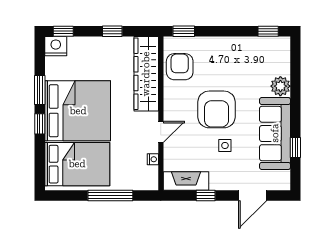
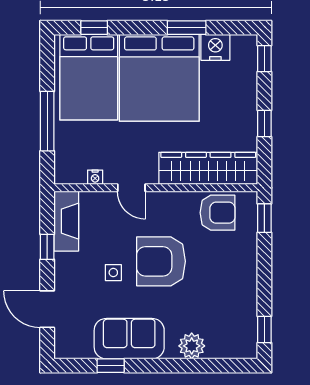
nightstand: (56, 46) -> (215, 47), moved, turned -90
window: (40, 124) -> (94, 28), moved
sofa: (275, 133) -> (129, 339), width x0.73

